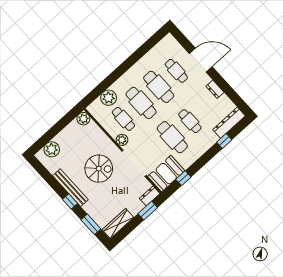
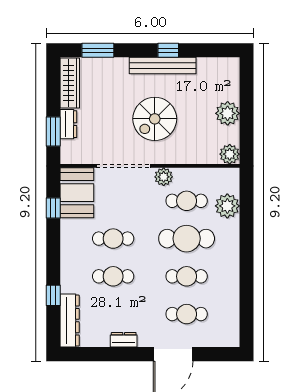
cafe table: (159, 87) -> (187, 276), width x0.73, depth x0.74
cafe table: (172, 137) -> (113, 239), width x0.73, depth x0.74
plant: (52, 149) -> (228, 113), moved
dresser: (150, 196) -> (68, 124), moved
window: (70, 201) -> (168, 50), moved

